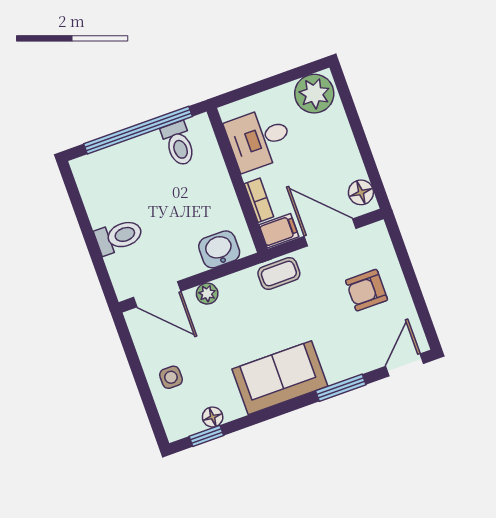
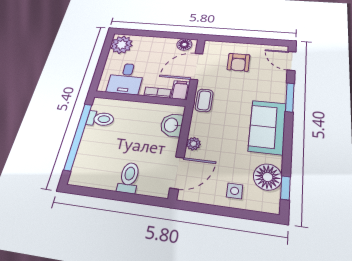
floor lamp: (213, 417) -> (268, 177), width x1.89, depth x1.89

